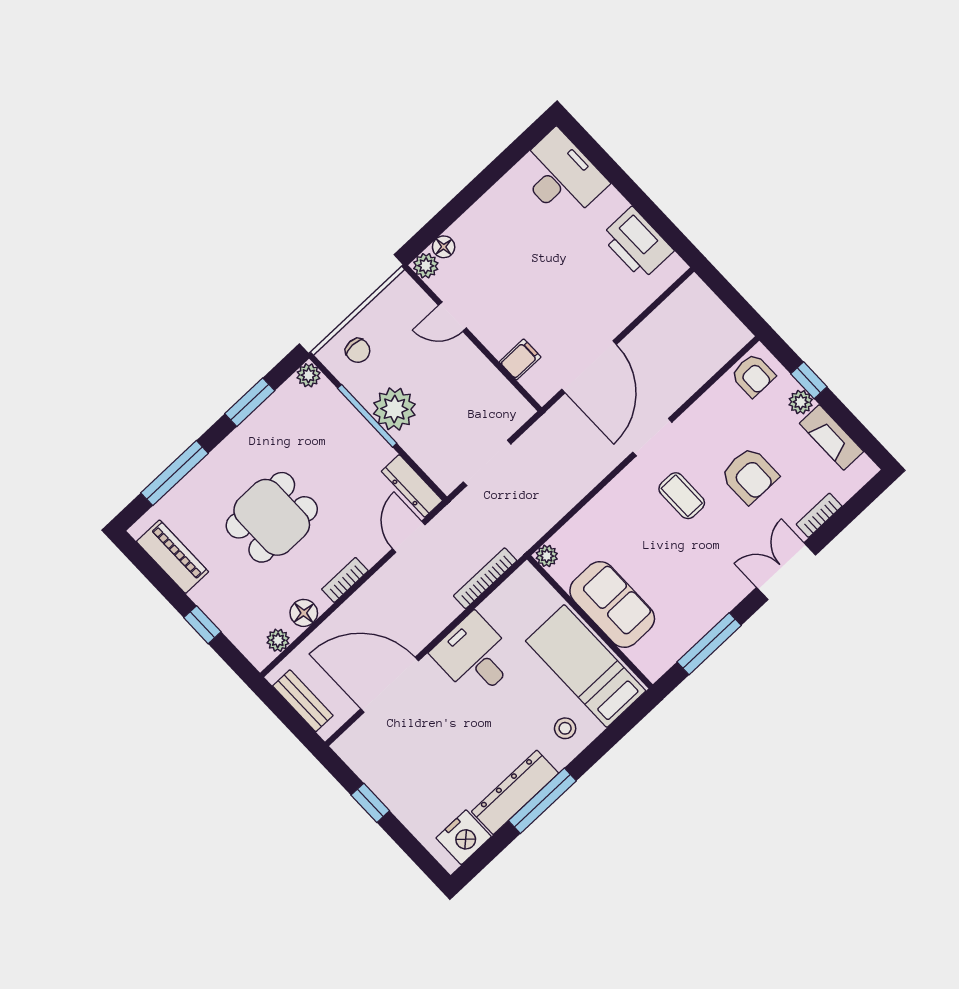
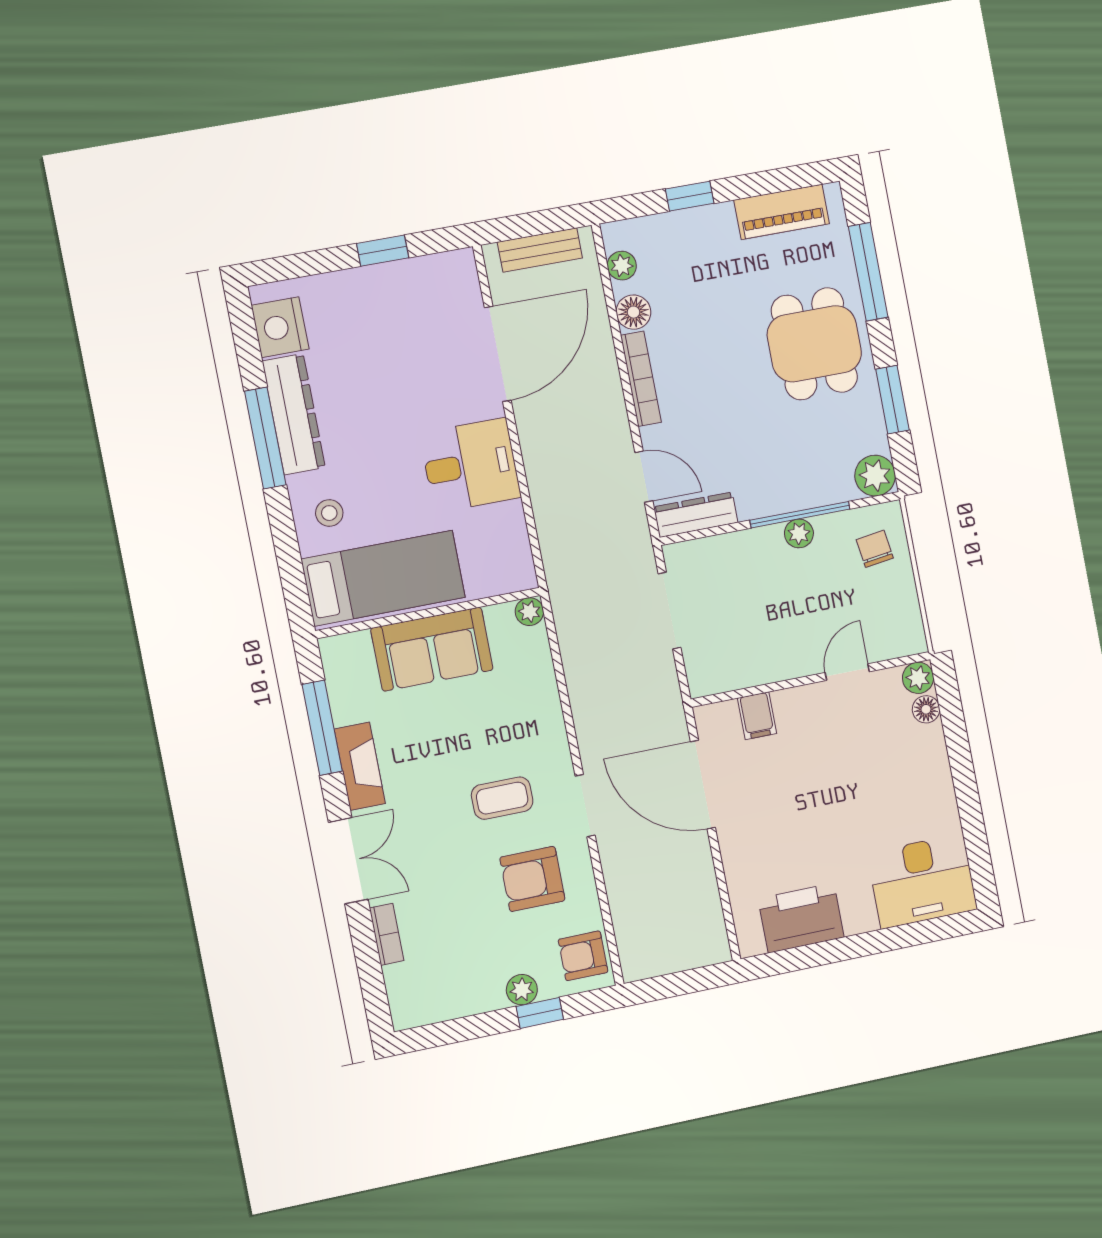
chair: (358, 351) -> (875, 549), turned 82
plant: (309, 375) -> (875, 476), width x1.38, depth x1.38
plant: (394, 409) -> (799, 533), width x0.53, depth x0.53
fireplace: (832, 437) -> (360, 766), moved, turned 90
armchair: (749, 475) -> (532, 879), moved
dining table: (272, 517) -> (814, 344), moved
bookcase: (485, 578) -> (547, 530), removed
bookcase: (345, 580) -> (641, 379), width x1.56

